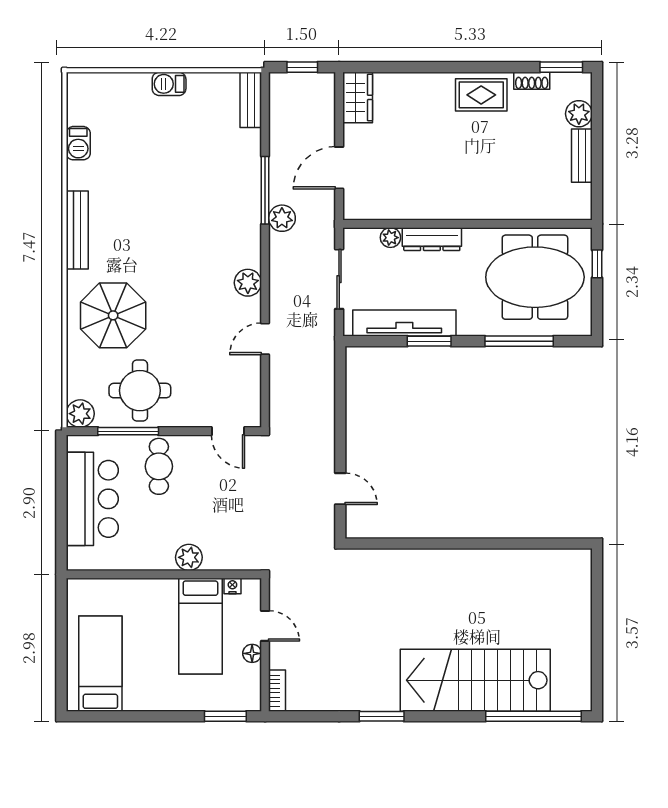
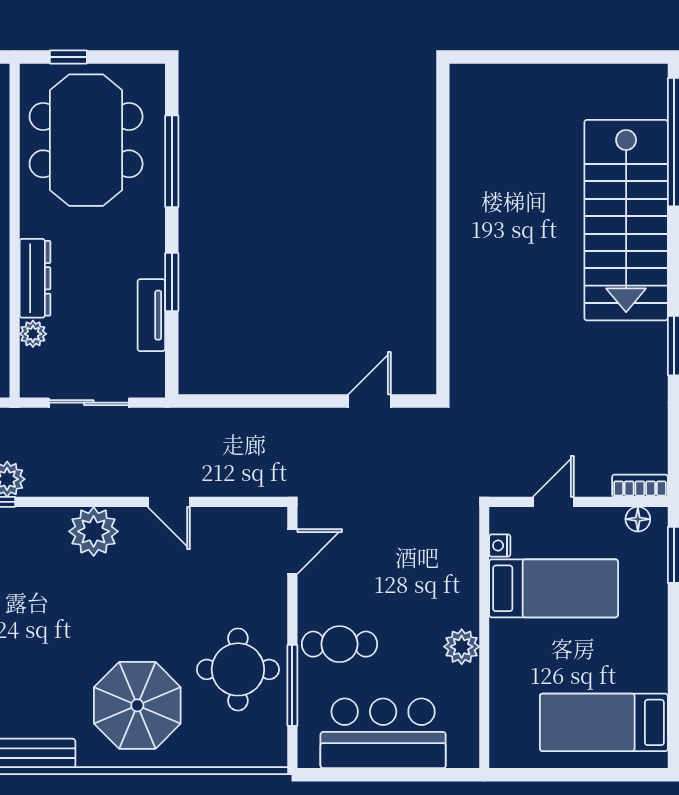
plant: (248, 283) -> (94, 531), width x1.36, depth x1.36
tv unit: (404, 323) -> (151, 315), width x0.52, depth x0.78
plant: (80, 414) -> (269, 749), removed
plant: (189, 557) -> (462, 647), moved
floor lamp: (252, 653) -> (638, 519), moved

